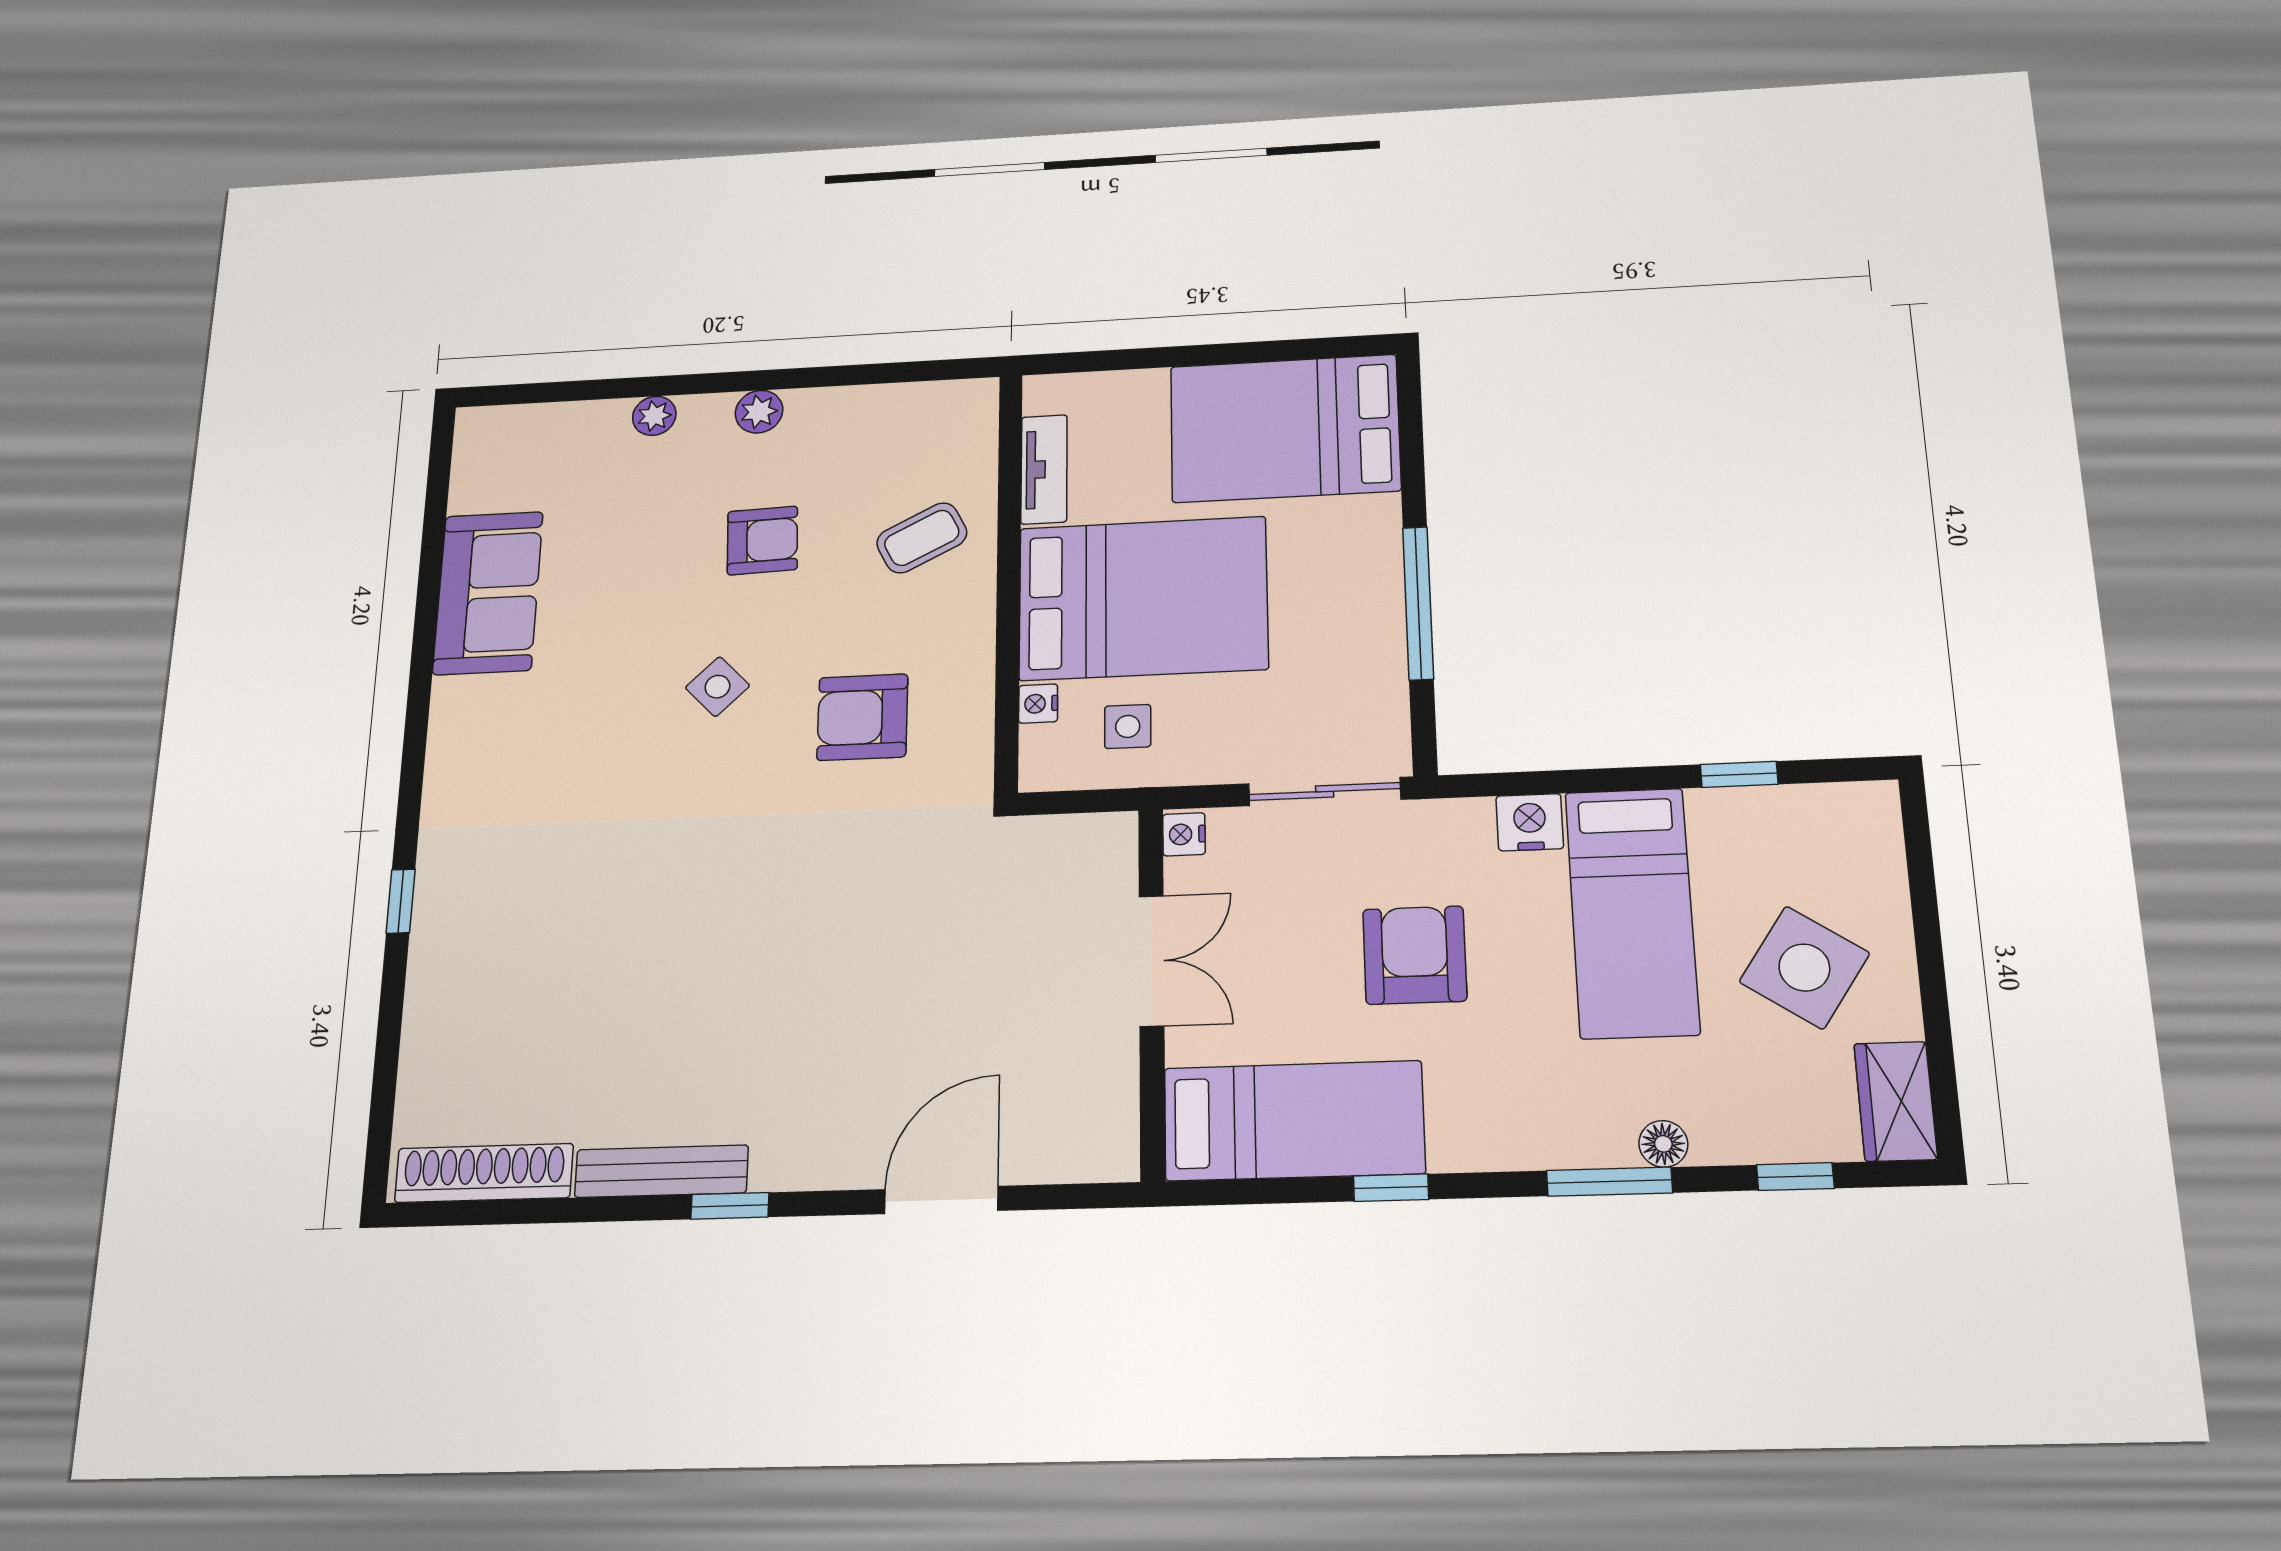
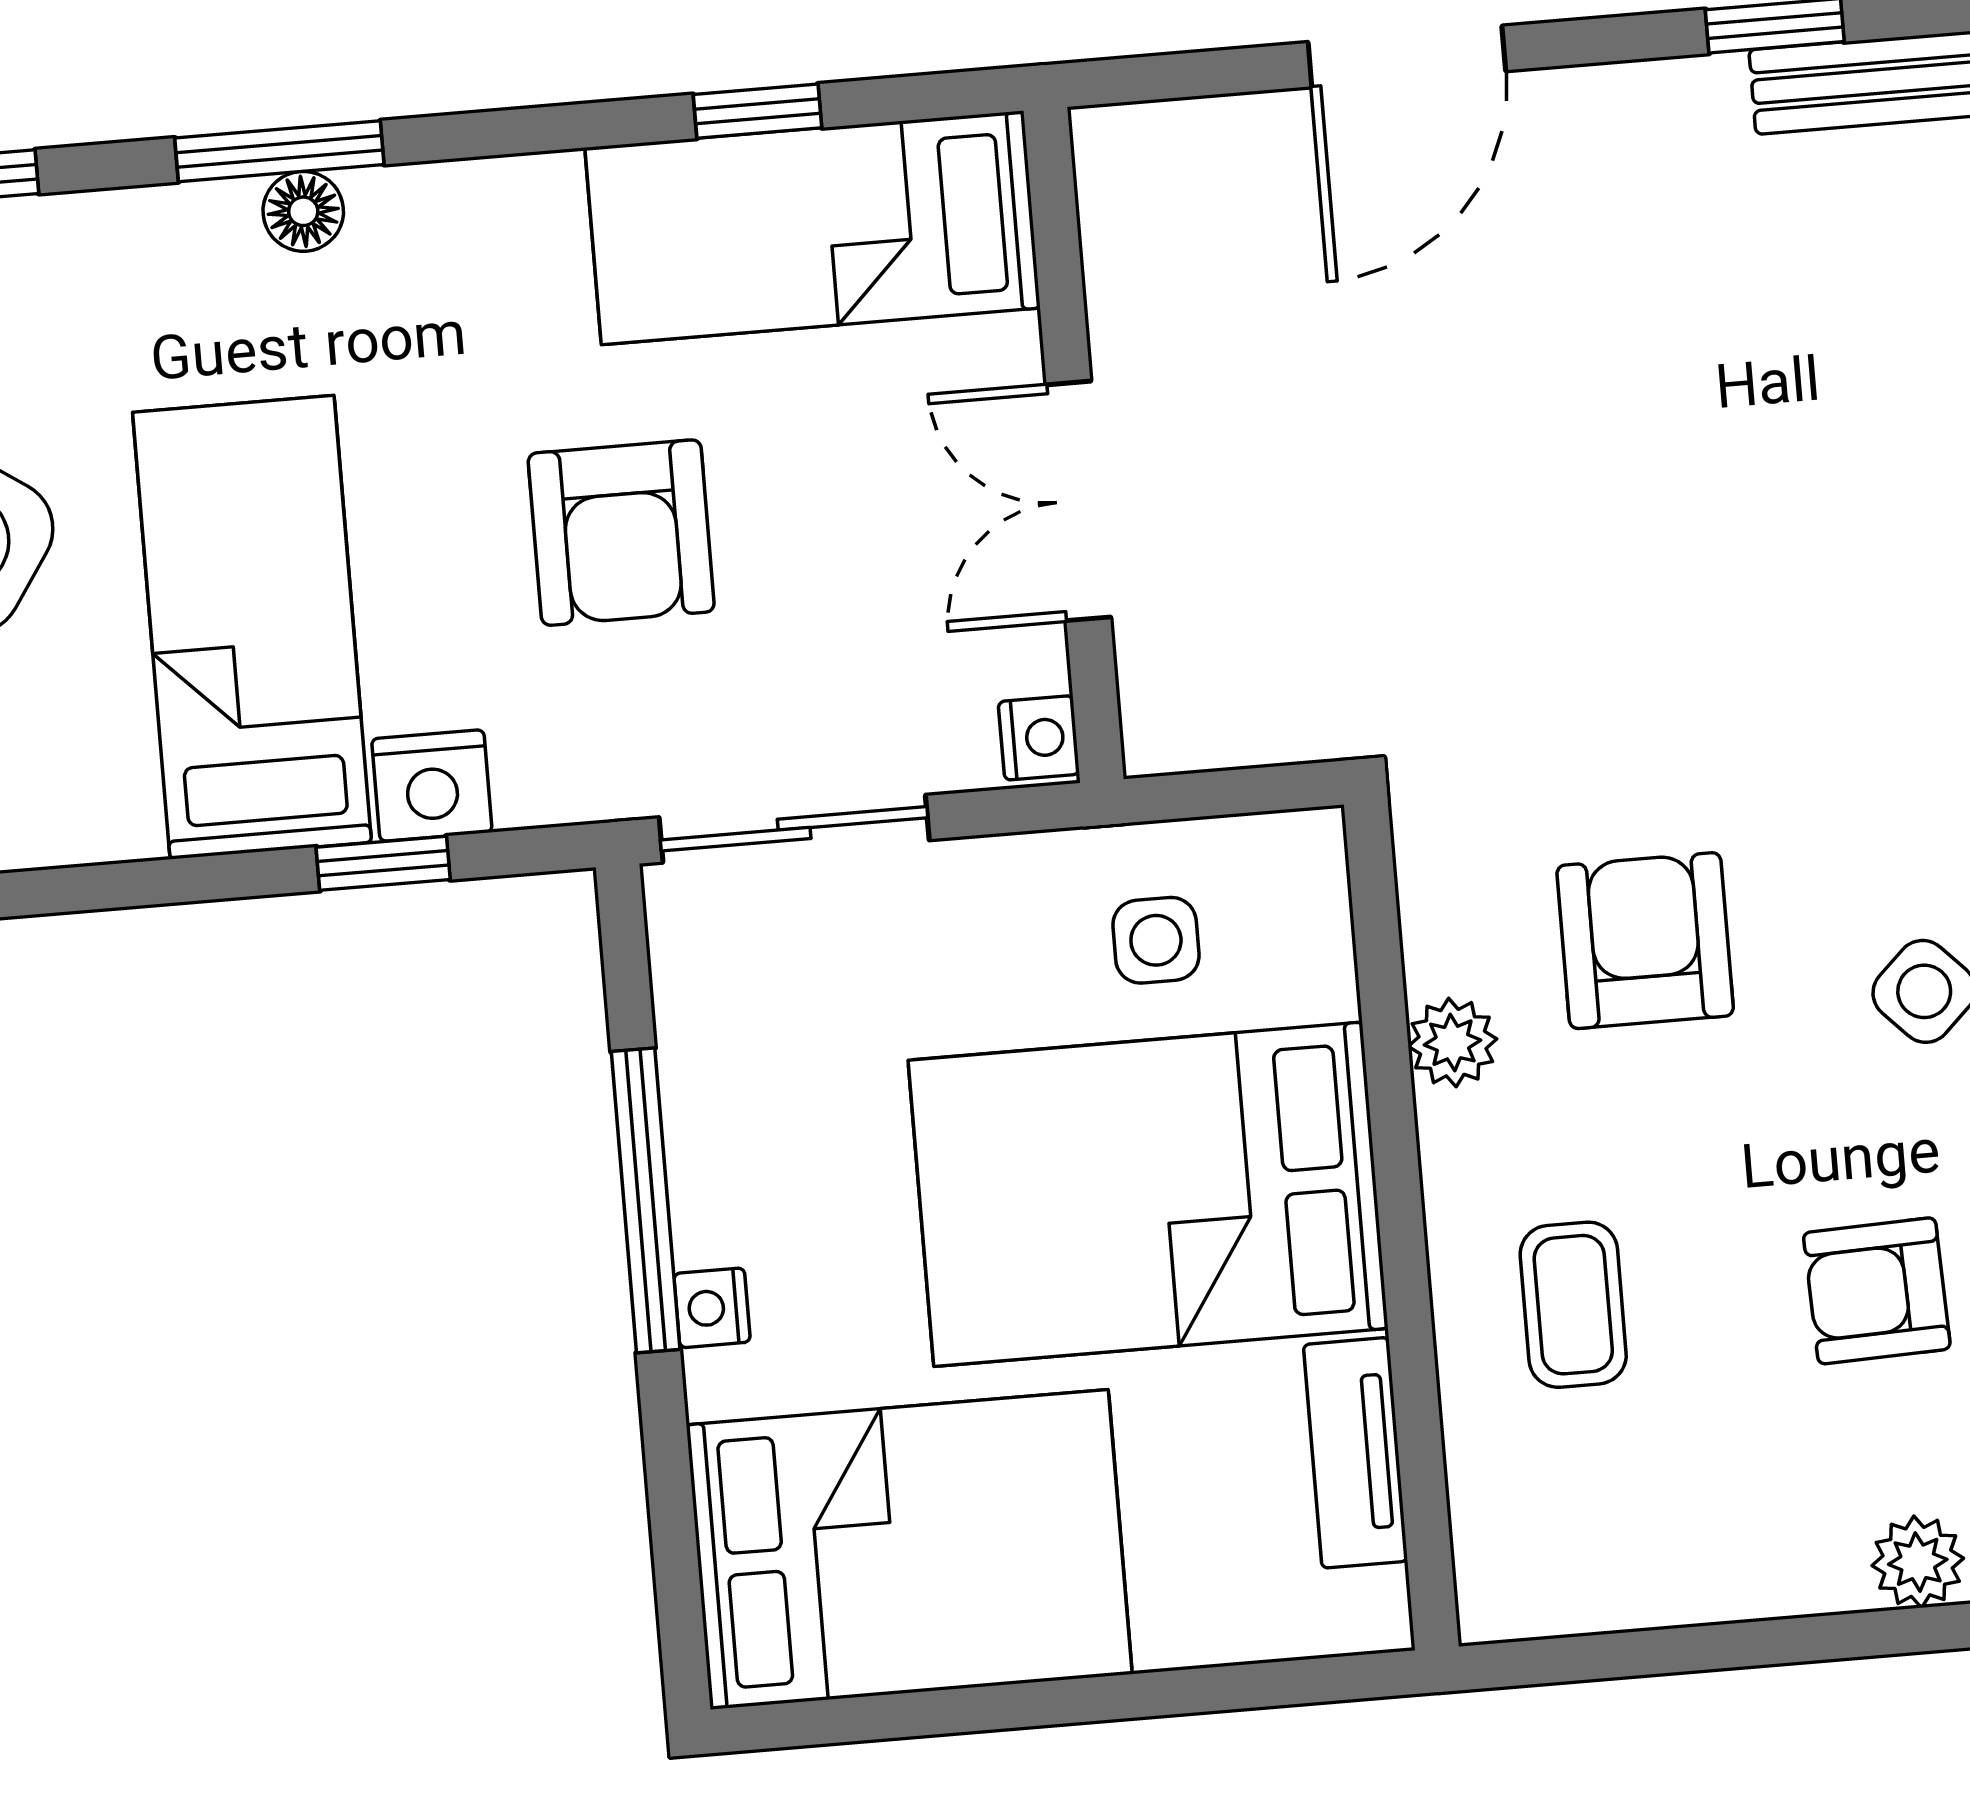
coffee table: (922, 538) -> (1573, 1305), turned -63
plant: (972, 669) -> (1452, 1043), added
nightstand: (1038, 704) -> (712, 1308), moved, turned 180
armchair: (862, 717) -> (1645, 941), turned -90
window: (1739, 774) -> (383, 863), moved
floor lamp: (1663, 1144) -> (303, 211), moved
window: (1391, 1188) -> (757, 111), moved

